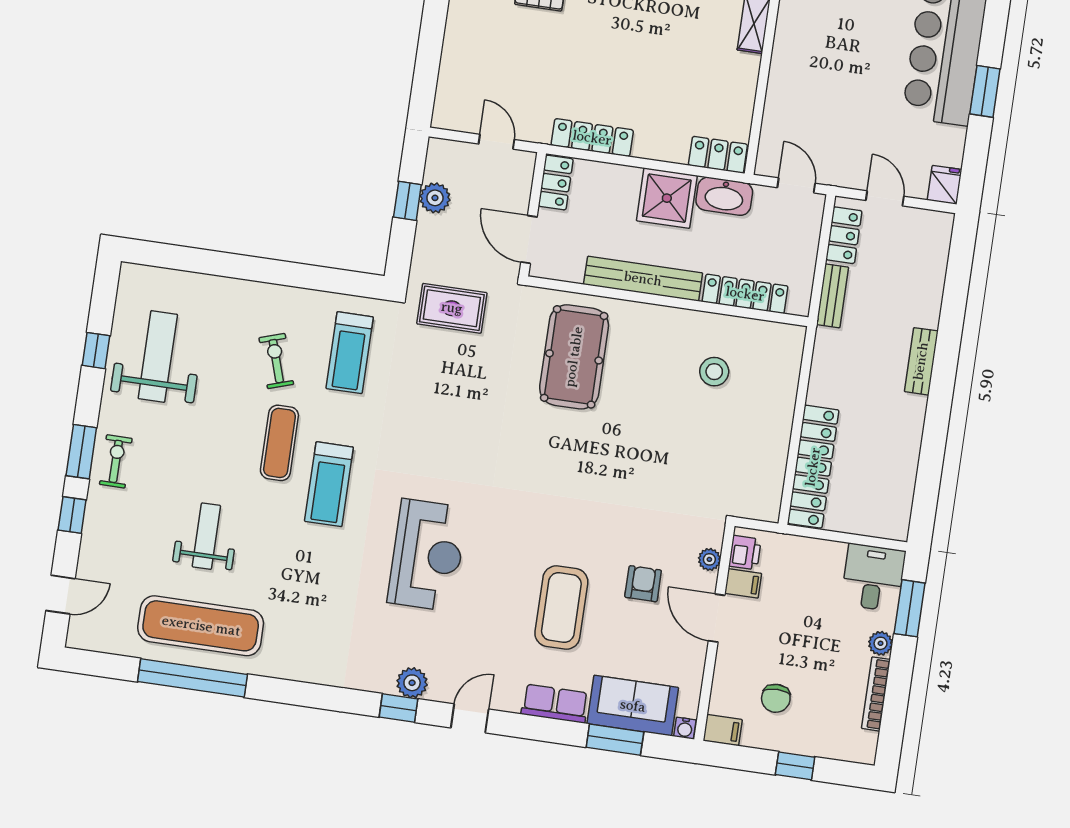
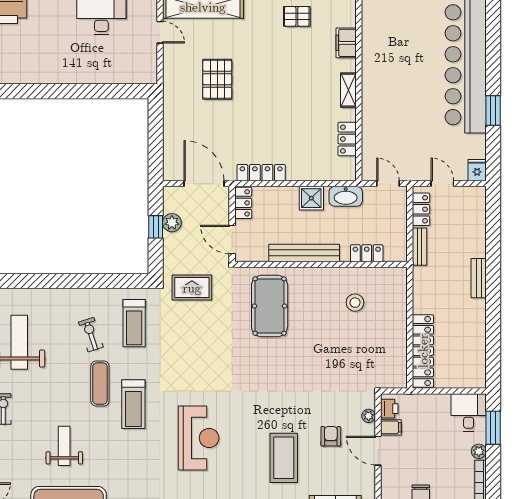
door: (496, 142) -> (204, 184), width x1.88
locker: (718, 155) -> (347, 139), moved, turned -90
shower: (667, 198) -> (311, 198), width x0.73, depth x0.73
locker: (745, 294) -> (367, 253), width x0.66

